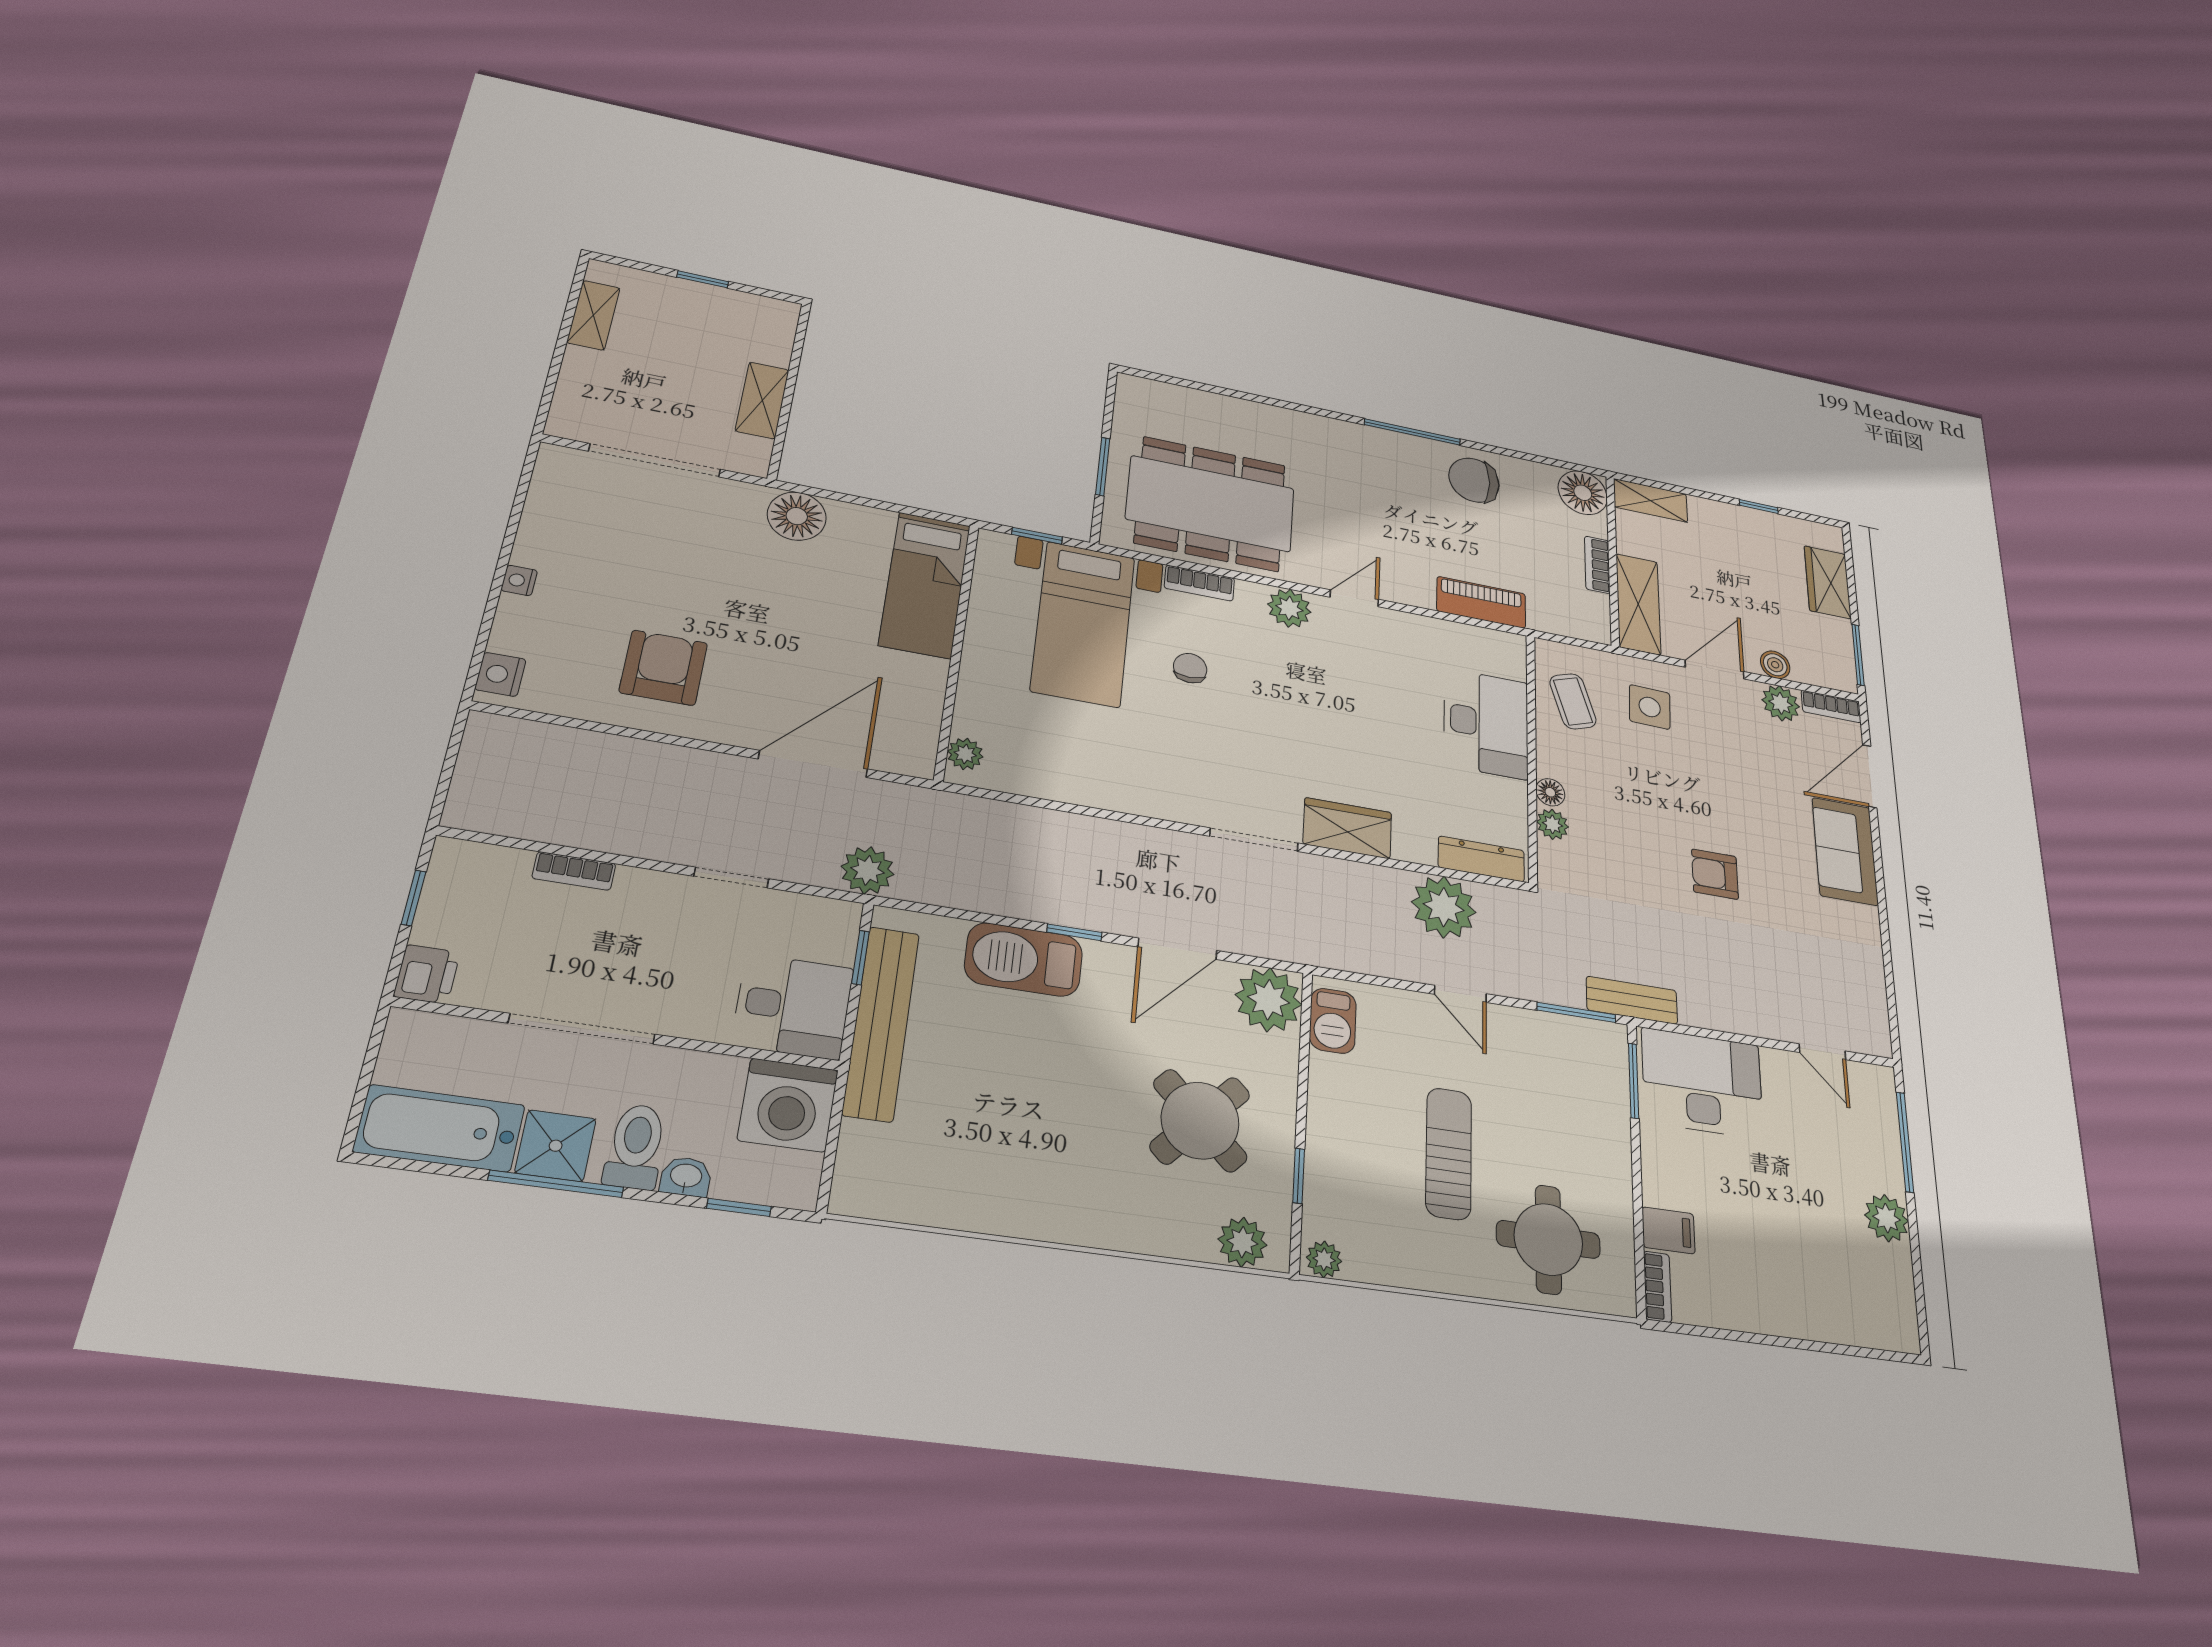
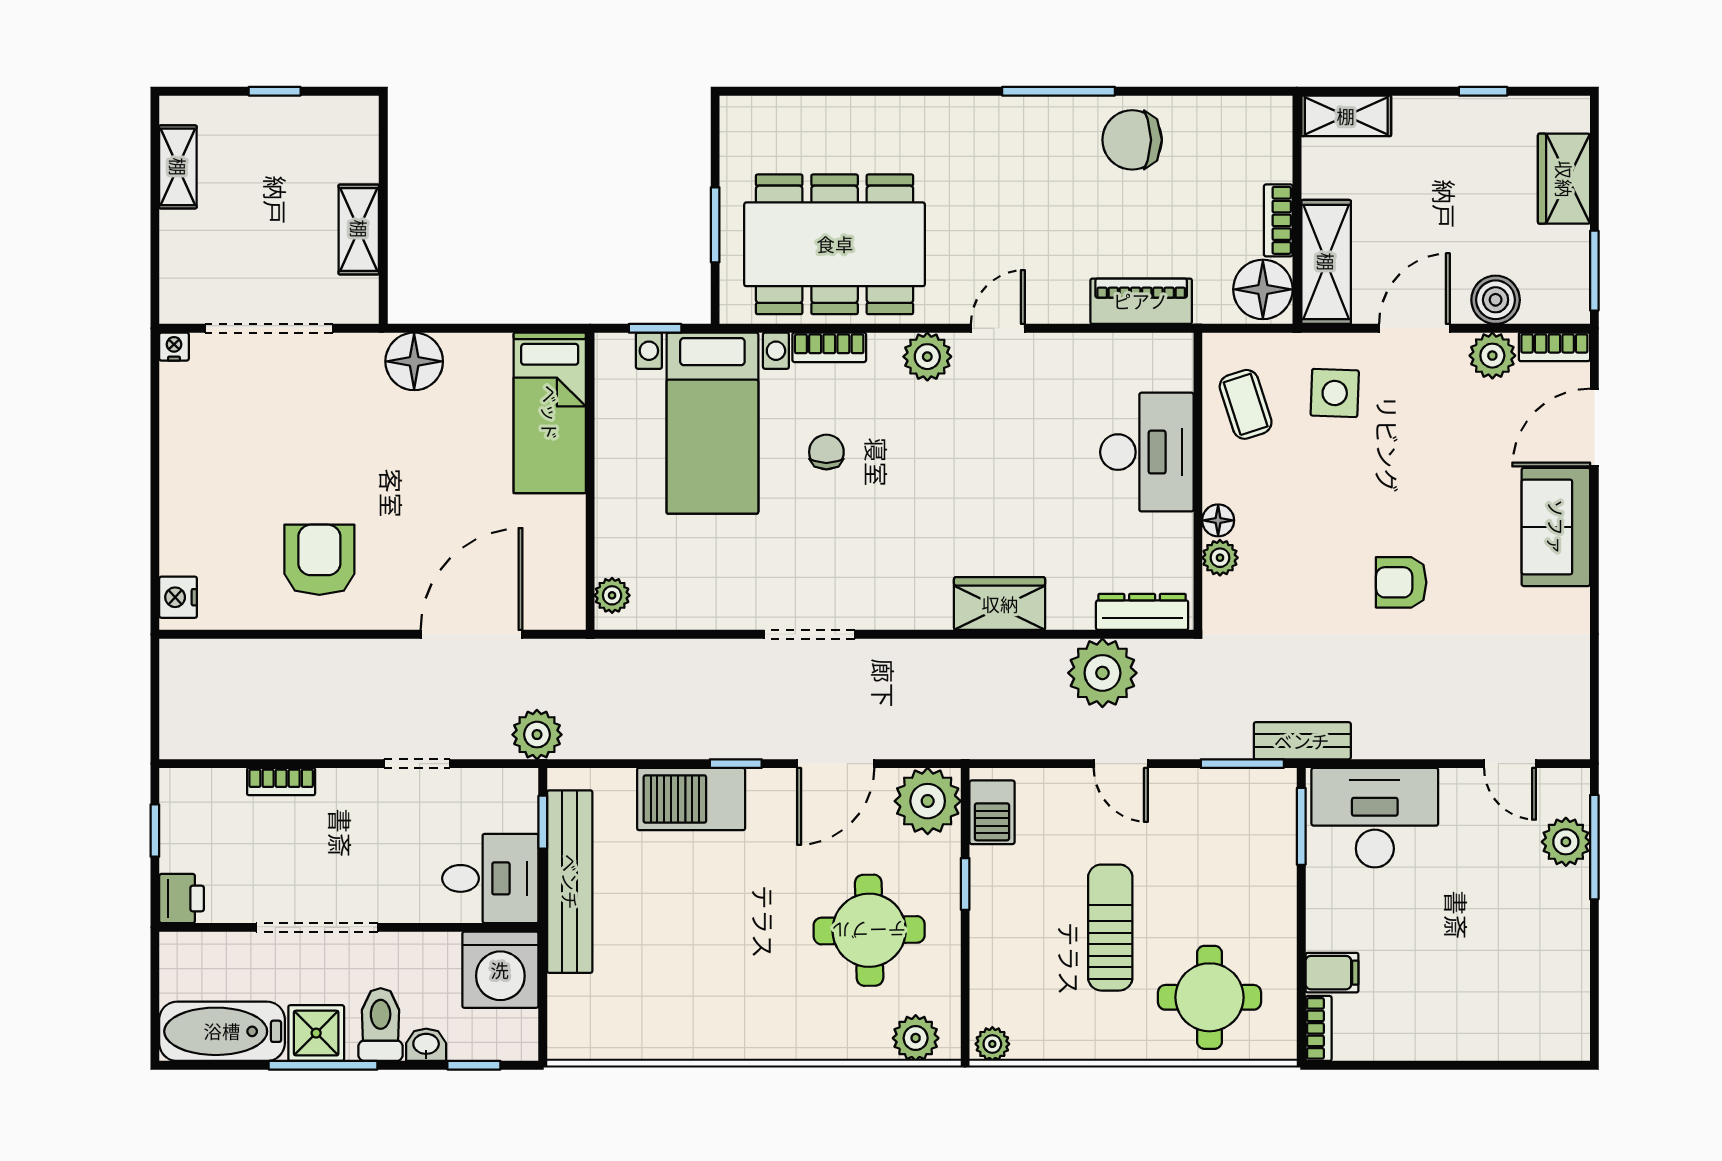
floor lamp: (1583, 493) -> (1263, 289), moved
nightstand: (519, 580) -> (174, 347), moved, turned 90
boiler: (1775, 665) -> (1496, 300), width x1.36, depth x1.36
doorway: (1254, 840) -> (810, 634), moved
round table: (1200, 1121) -> (869, 930), turned 45
window: (1299, 1176) -> (965, 884), moved
plant: (1887, 1218) -> (1566, 842), moved

